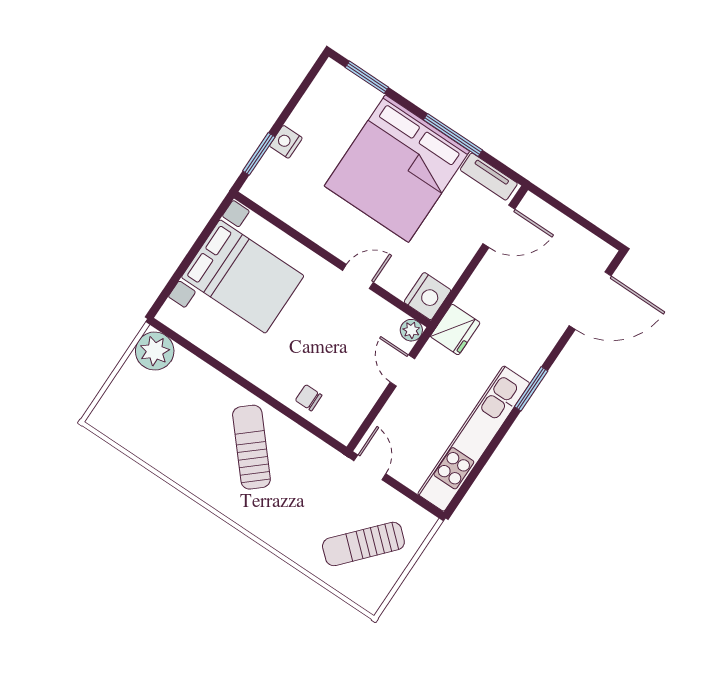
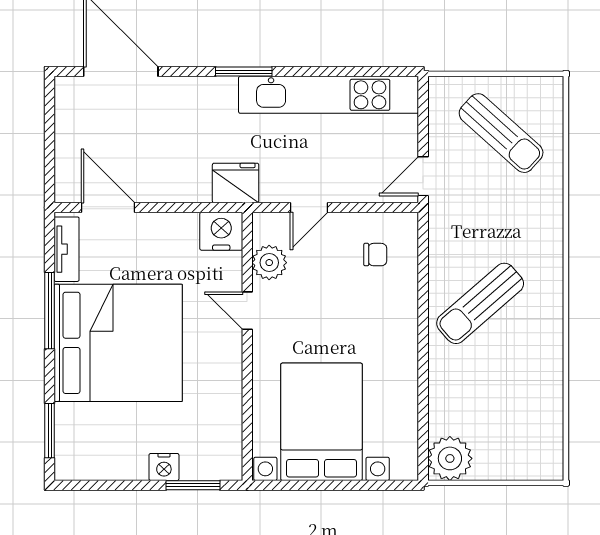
plant: (411, 330) -> (269, 263), moved, width x1.38, depth x1.38
chair: (309, 398) -> (375, 255), moved, turned -90

